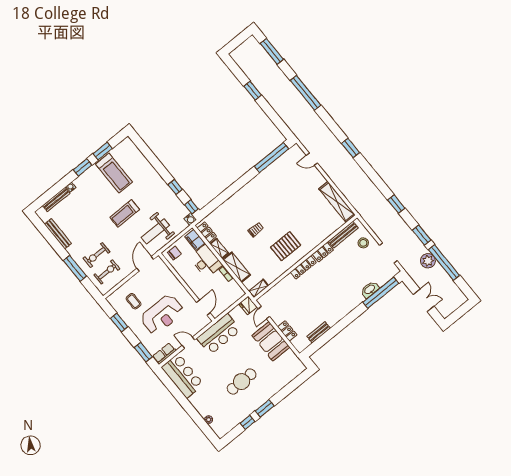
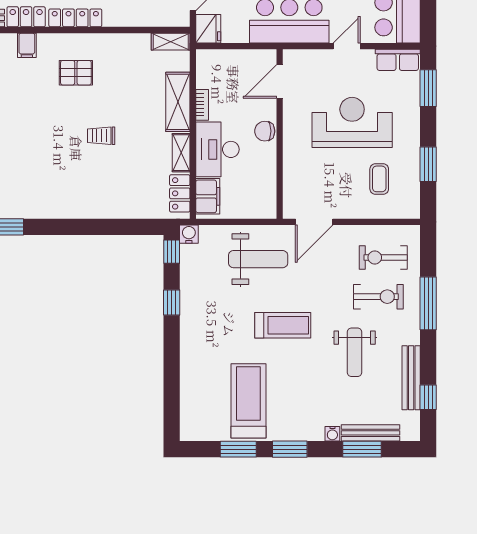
window: (54, 190) -> (362, 449), added
weight bench: (88, 226) -> (355, 352), added
window: (45, 232) -> (428, 397), added
filing cabinet: (313, 241) -> (27, 45), added
pallet: (286, 246) -> (76, 73), width x0.67, depth x0.71
chair: (174, 253) -> (265, 131), moved
door: (188, 343) -> (347, 46), swing flipped

